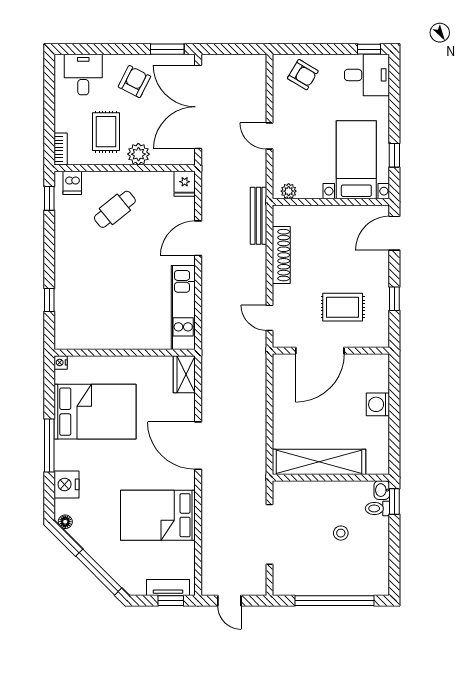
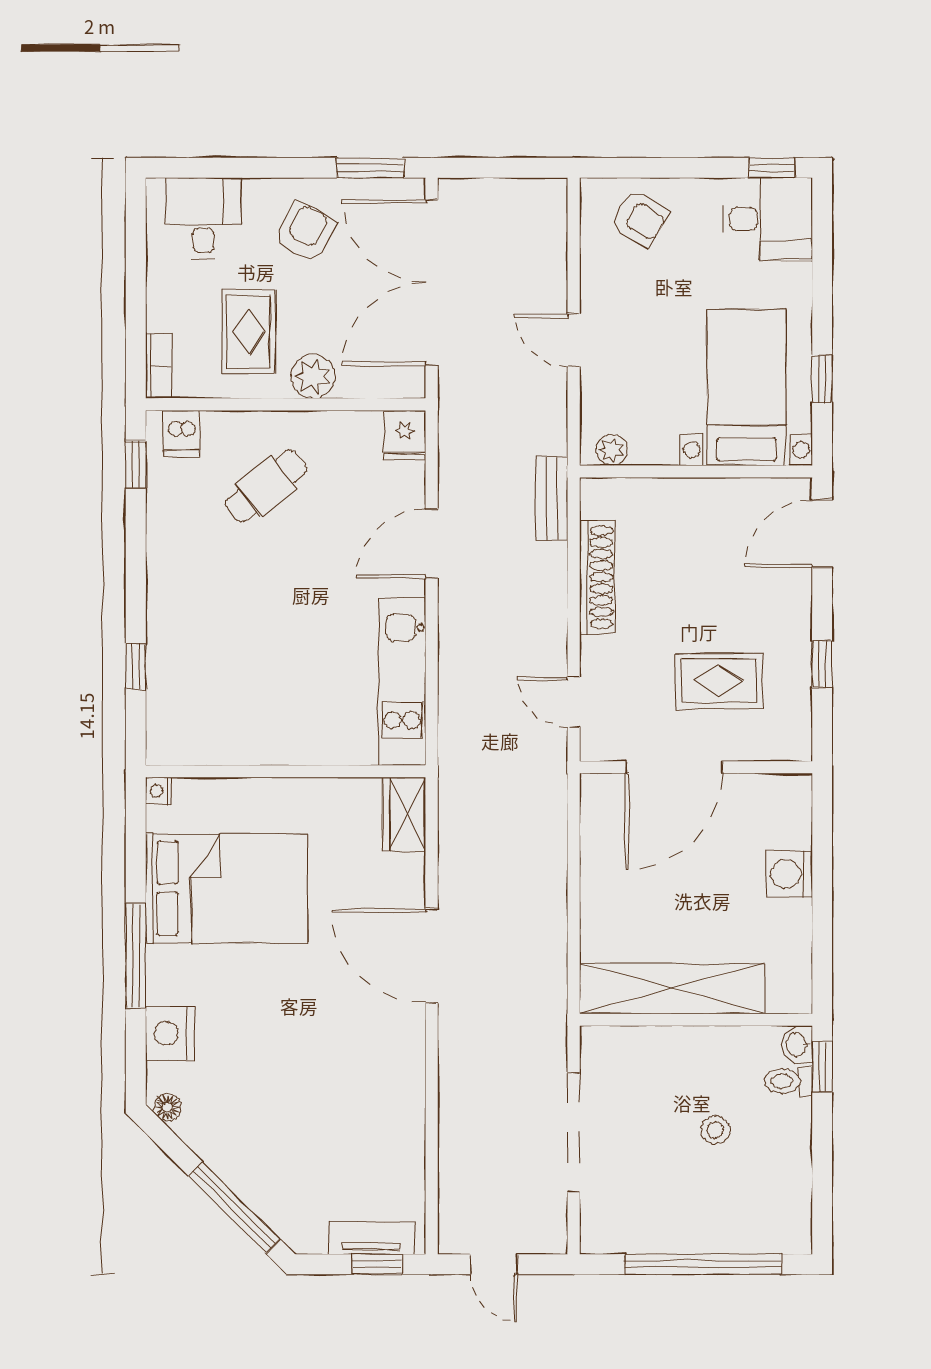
bench: (258, 216) -> (552, 499), width x0.73
bed: (158, 515) -> (352, 1095), removed

